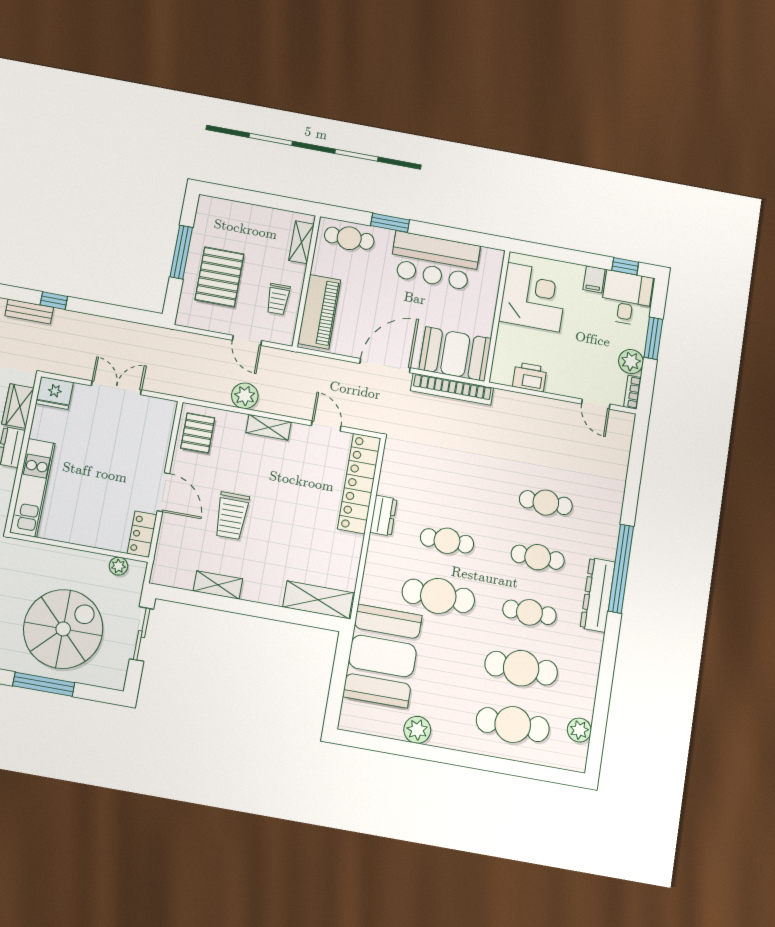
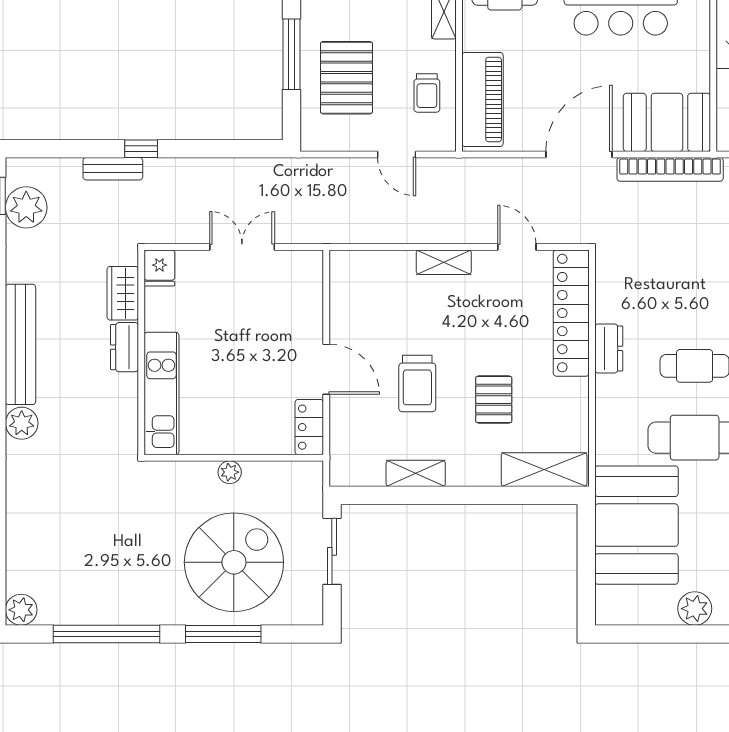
fridge: (54, 393) -> (159, 268), width x0.72
plant: (245, 396) -> (407, 227), removed
pallet: (198, 433) -> (494, 400), moved
plant: (118, 566) -> (230, 472), moved

